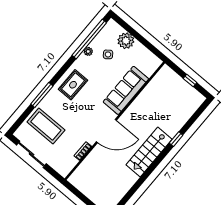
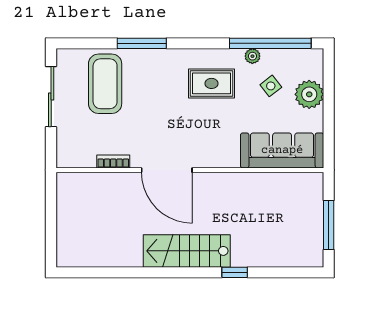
window: (190, 81) -> (329, 225), width x2.17
rug: (73, 85) -> (211, 83), moved
sofa: (126, 90) -> (282, 150), moved

